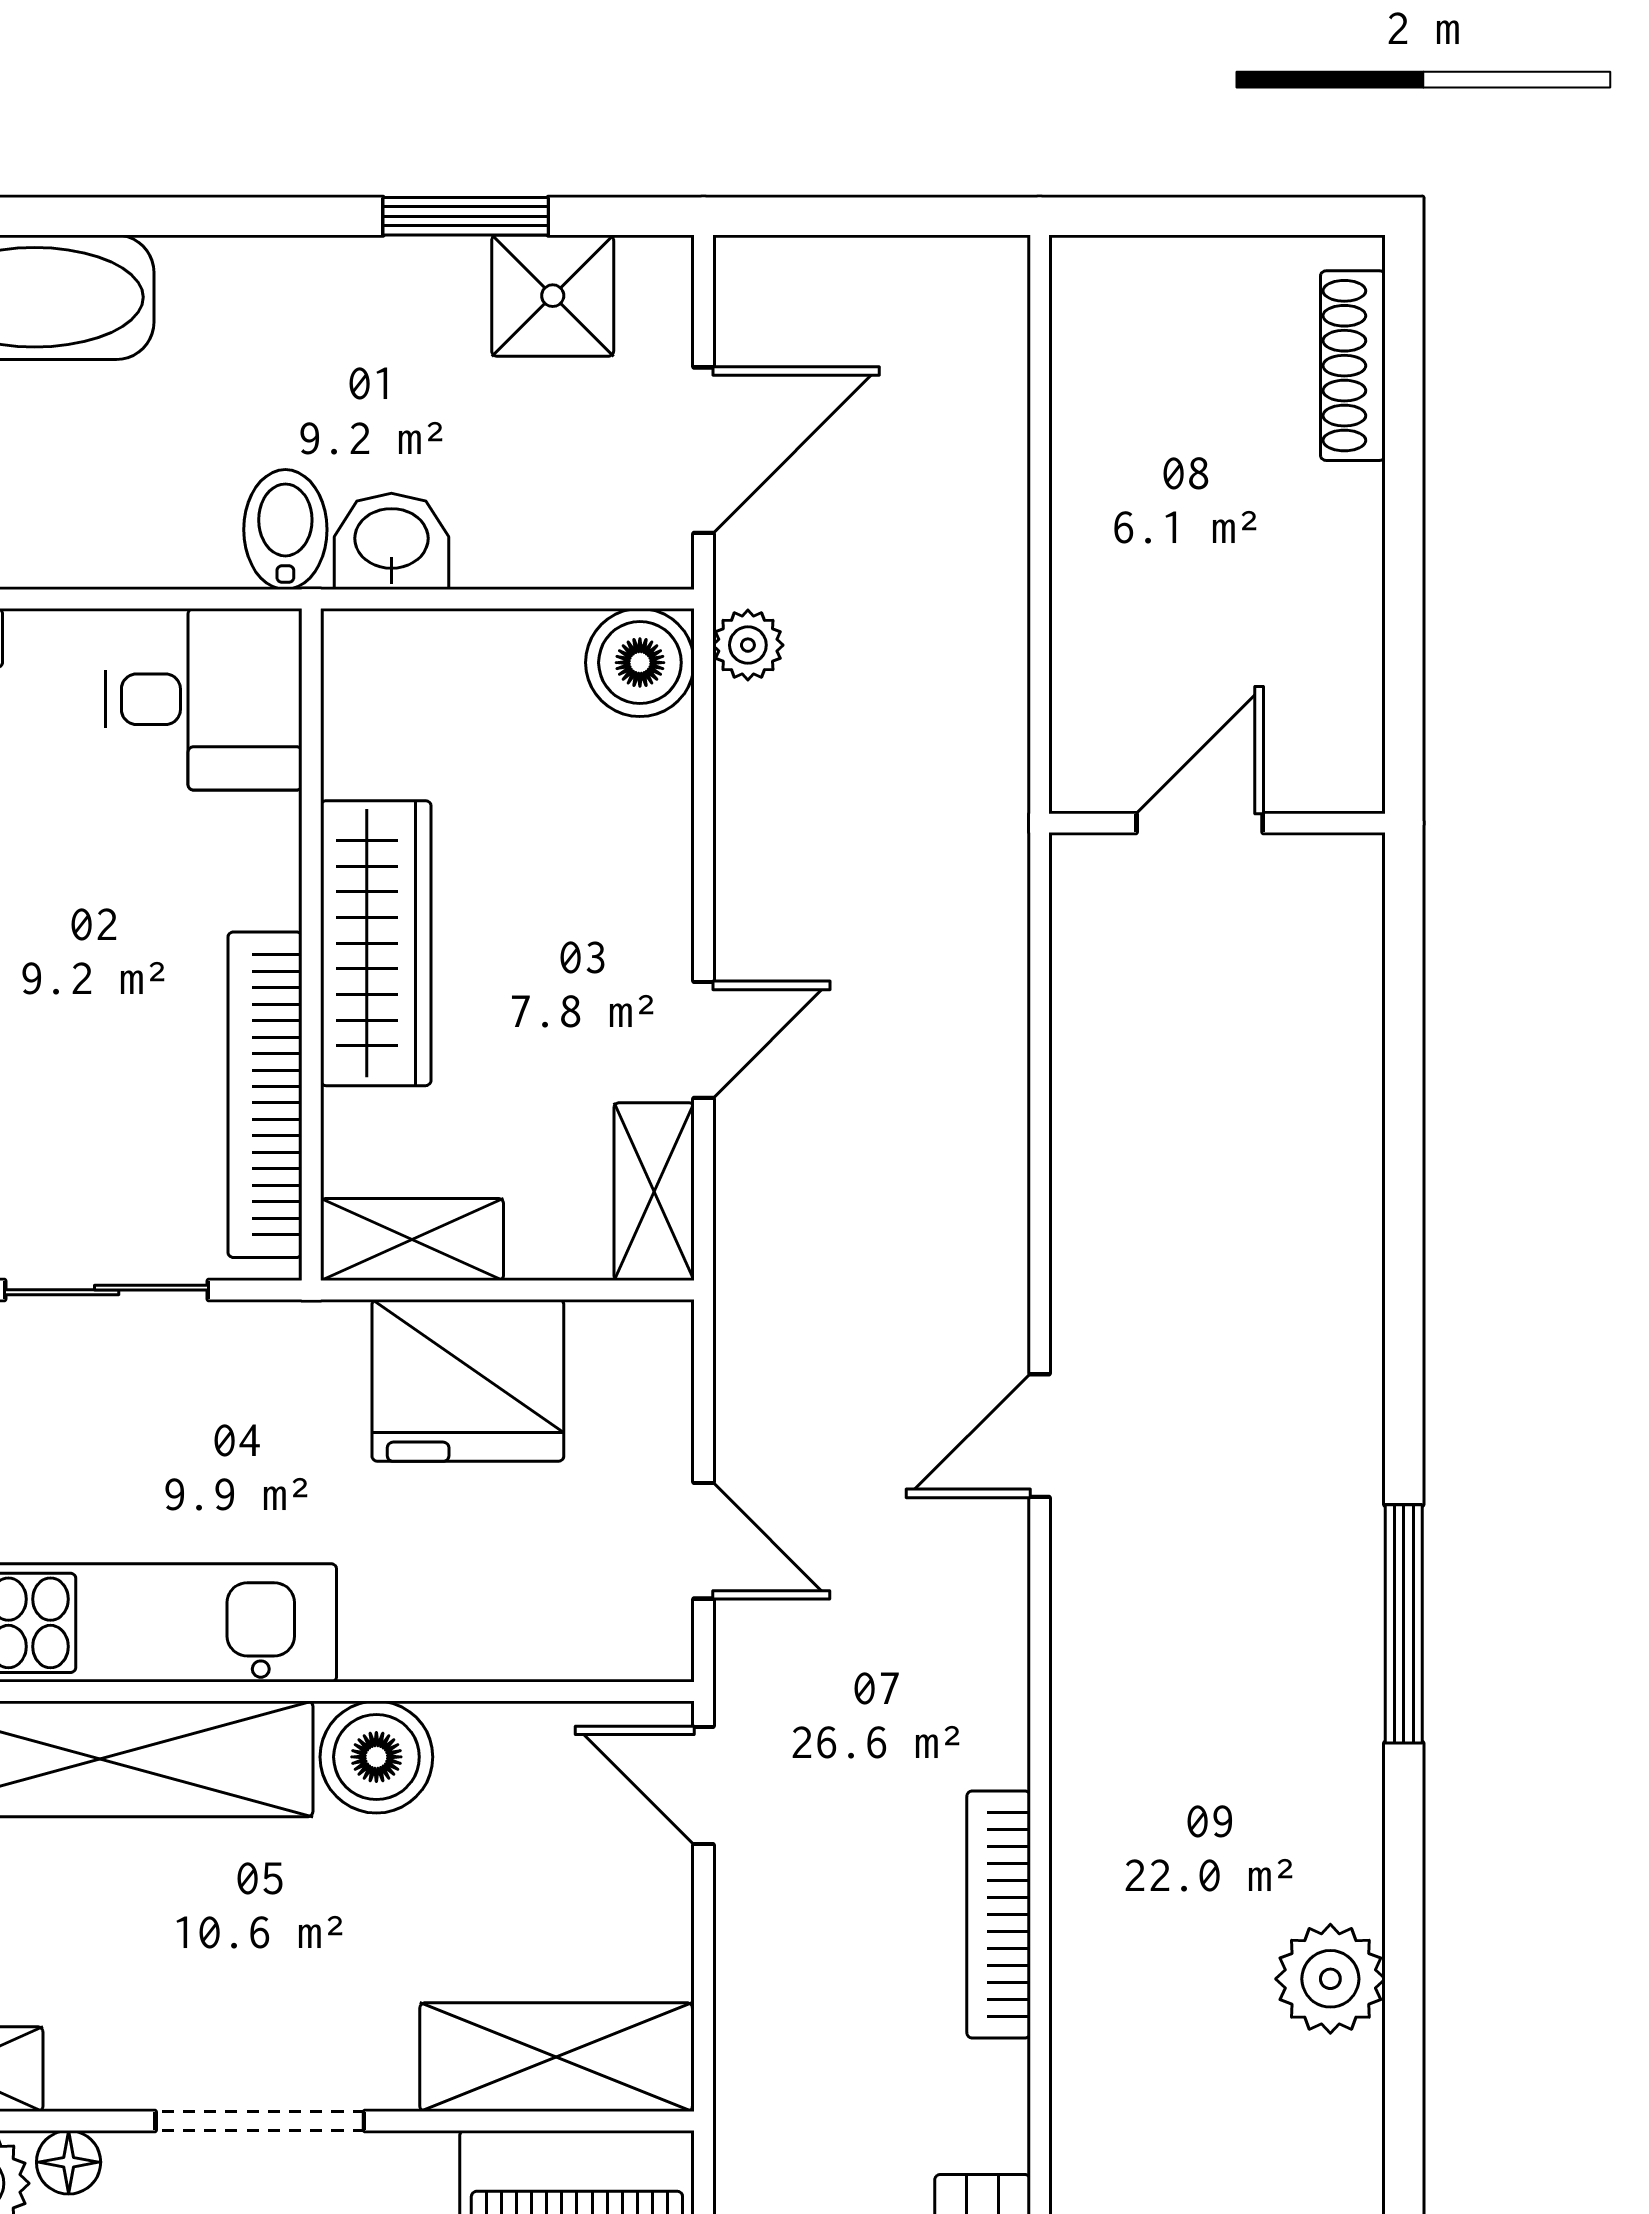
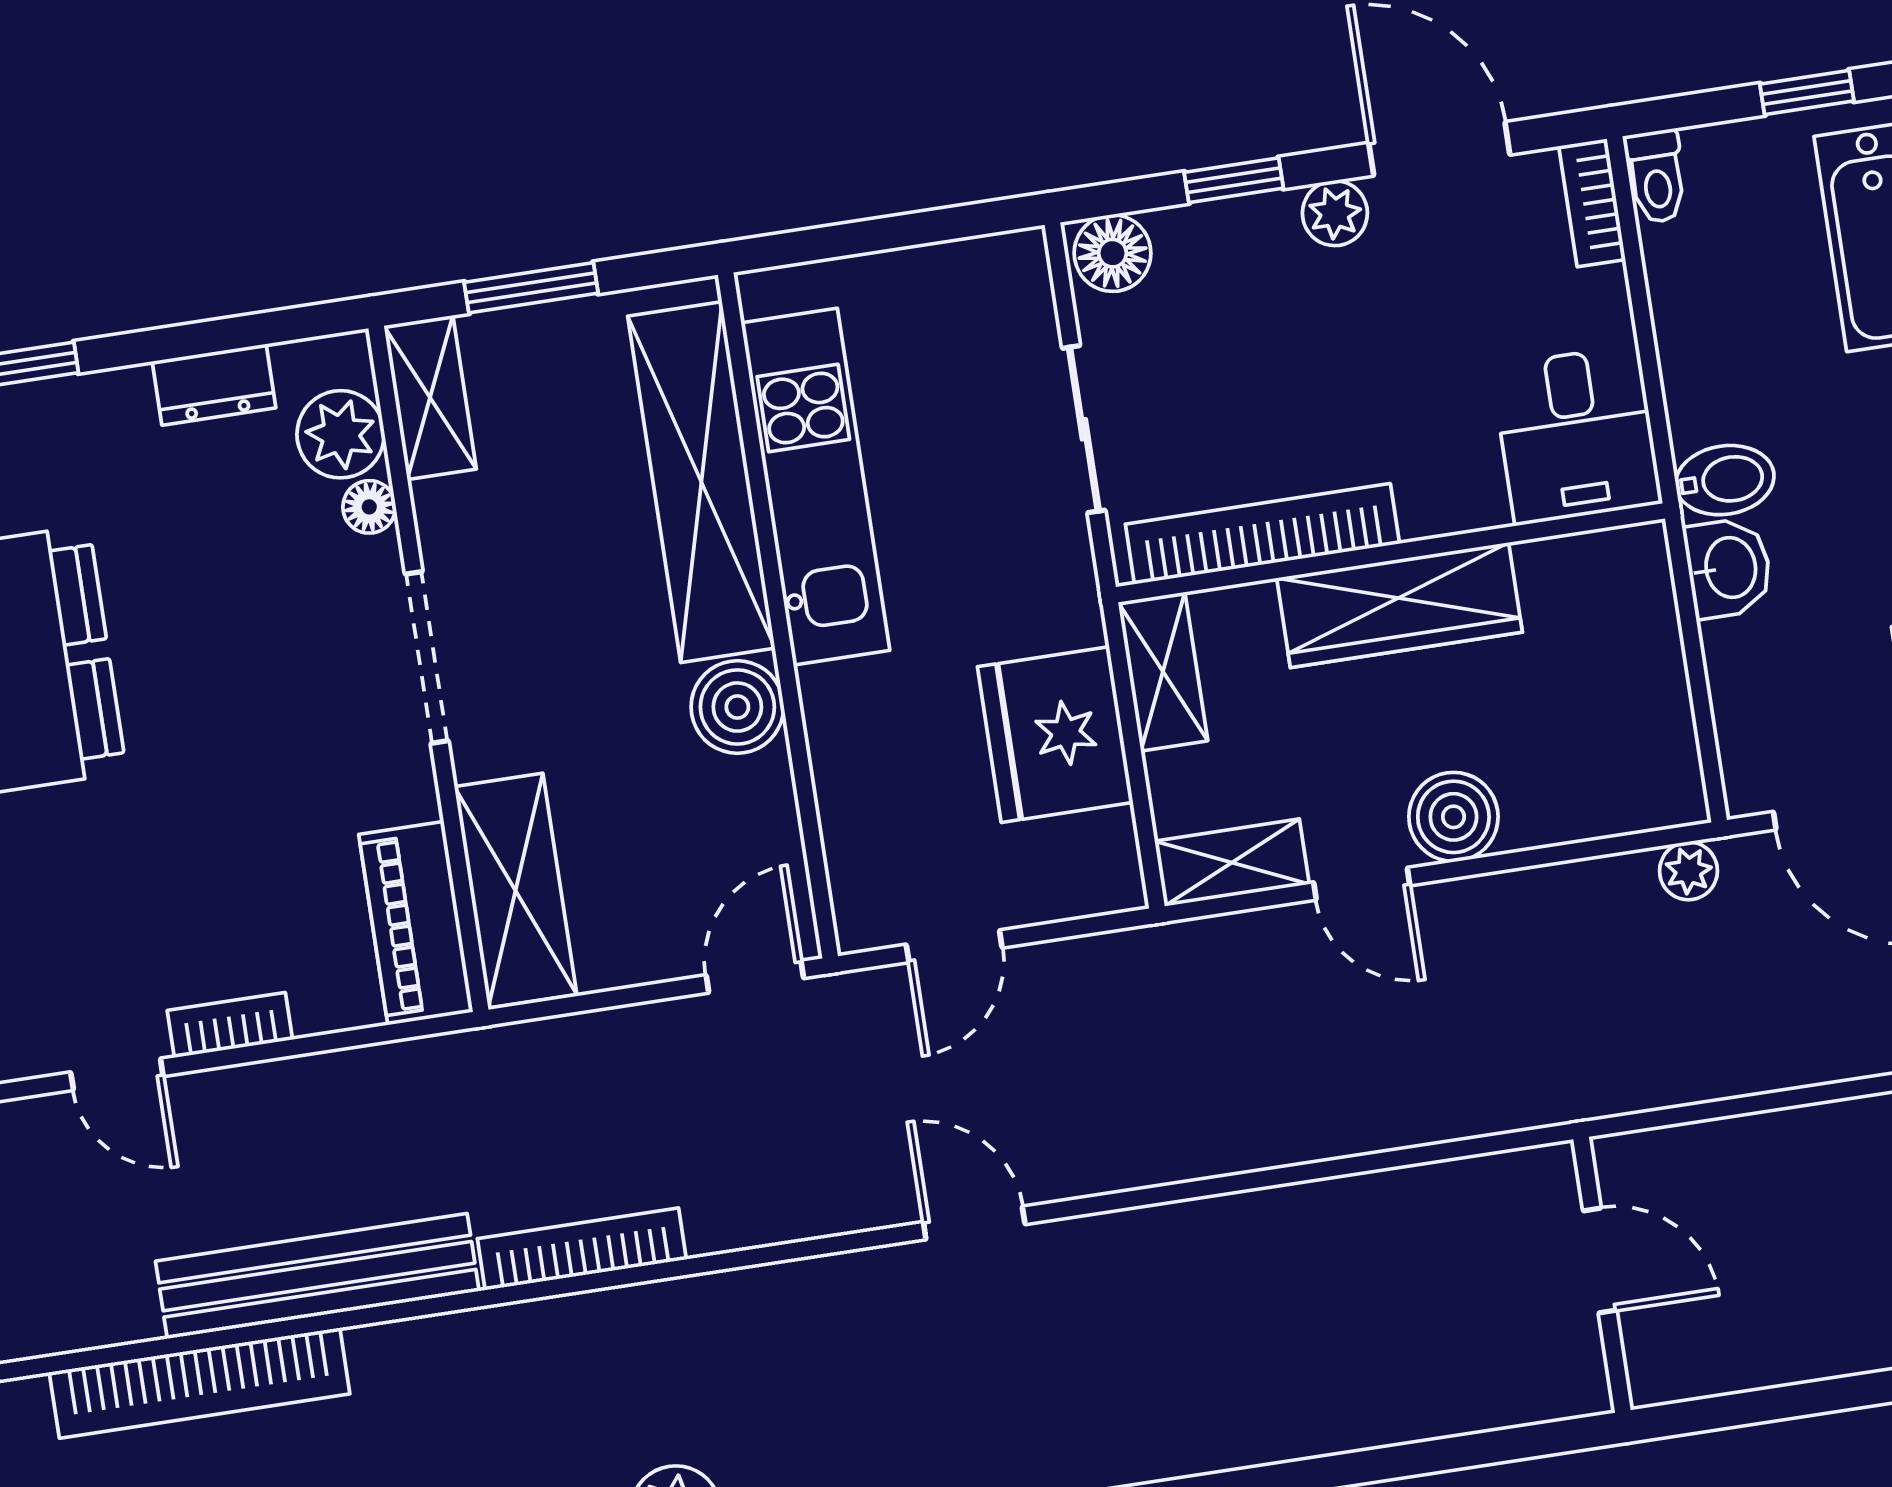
boiler: (640, 663) -> (1453, 817), moved
door: (1040, 1436) -> (974, 1223), moved
bookcase: (999, 1914) -> (582, 1249), moved

